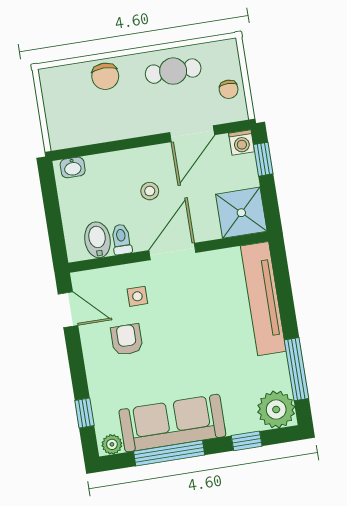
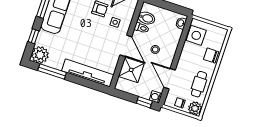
plant: (224, 54) -> (195, 108), added
side table: (81, 126) -> (196, 35), added
shower: (241, 213) -> (131, 70), moved

